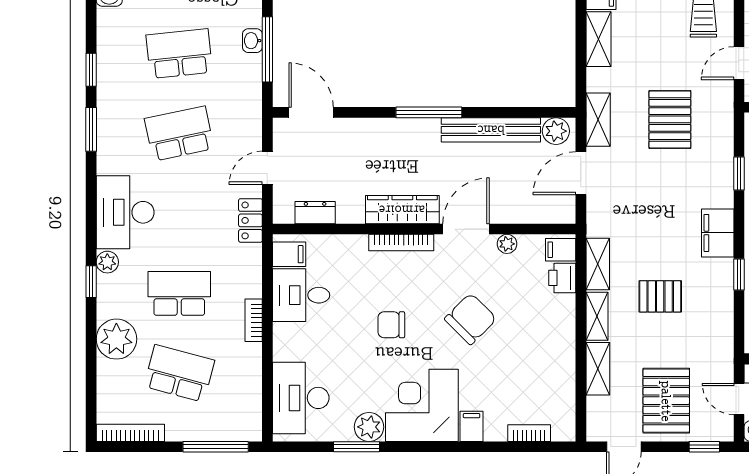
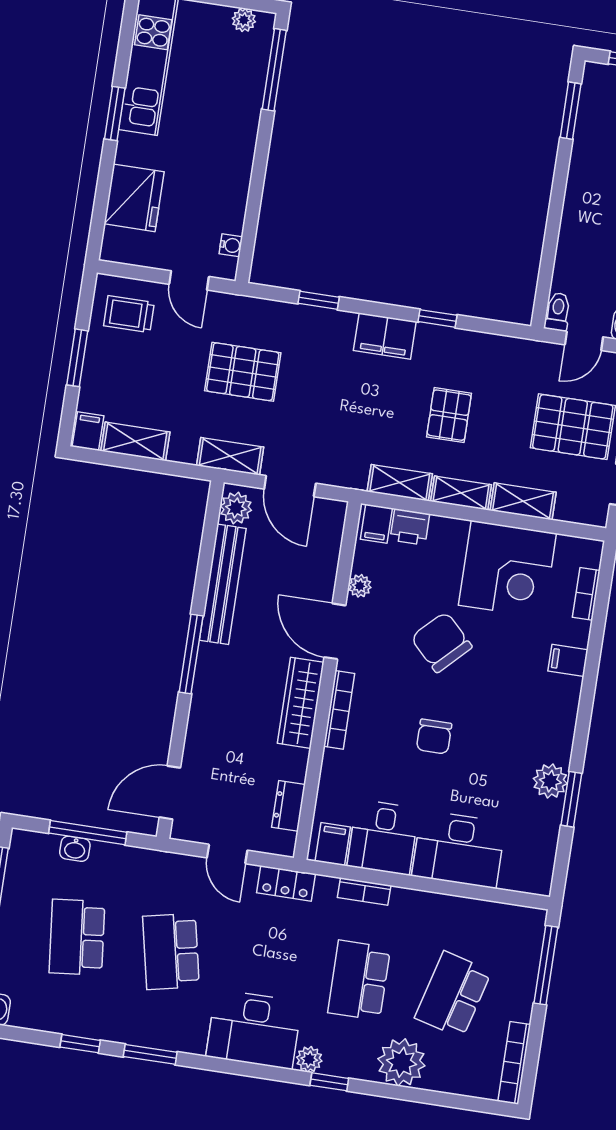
bookcase: (254, 320) -> (364, 892), moved
desk: (301, 398) -> (459, 849), moved
corner desk: (422, 405) -> (507, 569), moved, turned -90

